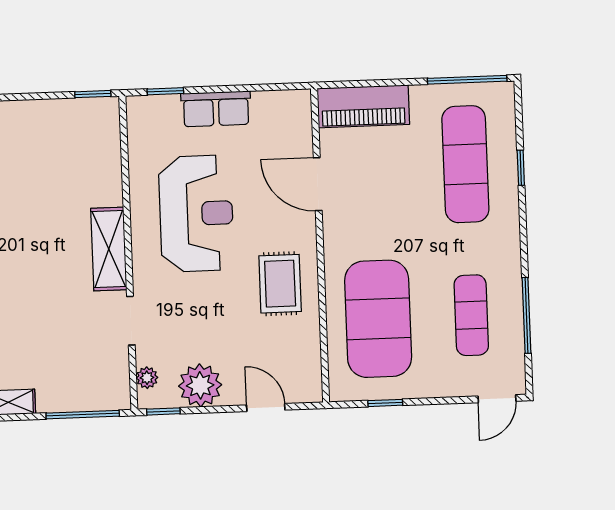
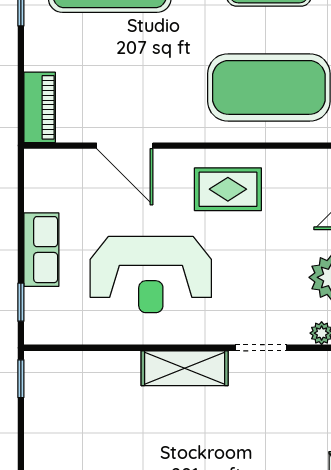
piano: (363, 106) -> (40, 107), width x0.73, depth x0.75
door: (318, 184) -> (125, 146), hinge flipped
reception desk: (196, 214) -> (151, 275), turned 180

